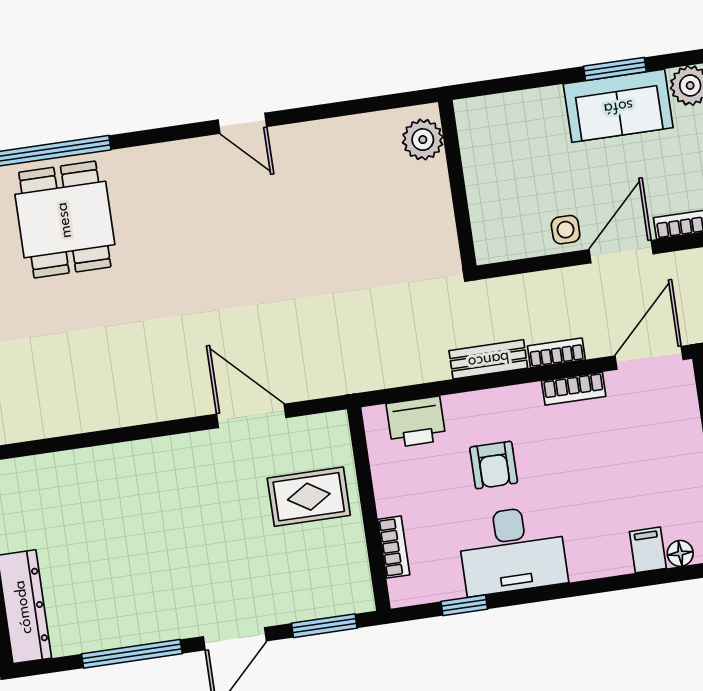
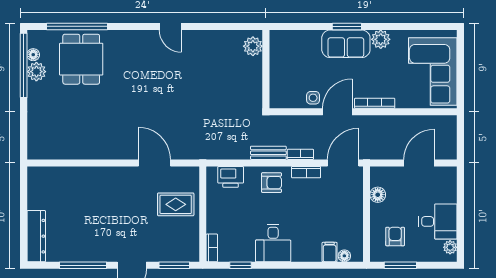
armchair: (494, 465) -> (272, 183), moved, turned -90
bookcase: (394, 547) -> (212, 248), moved
desk: (512, 550) -> (273, 243), width x0.73

